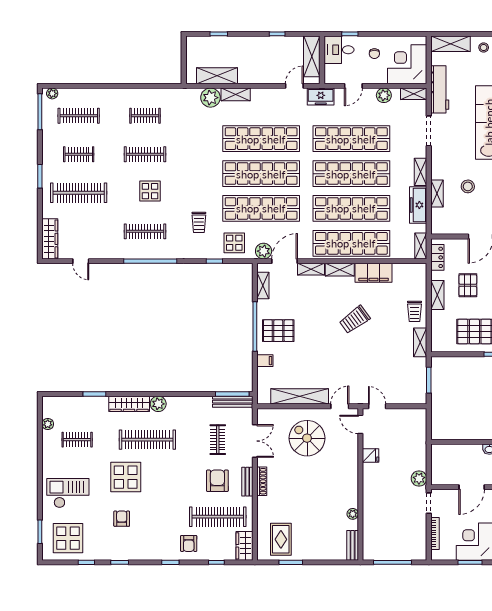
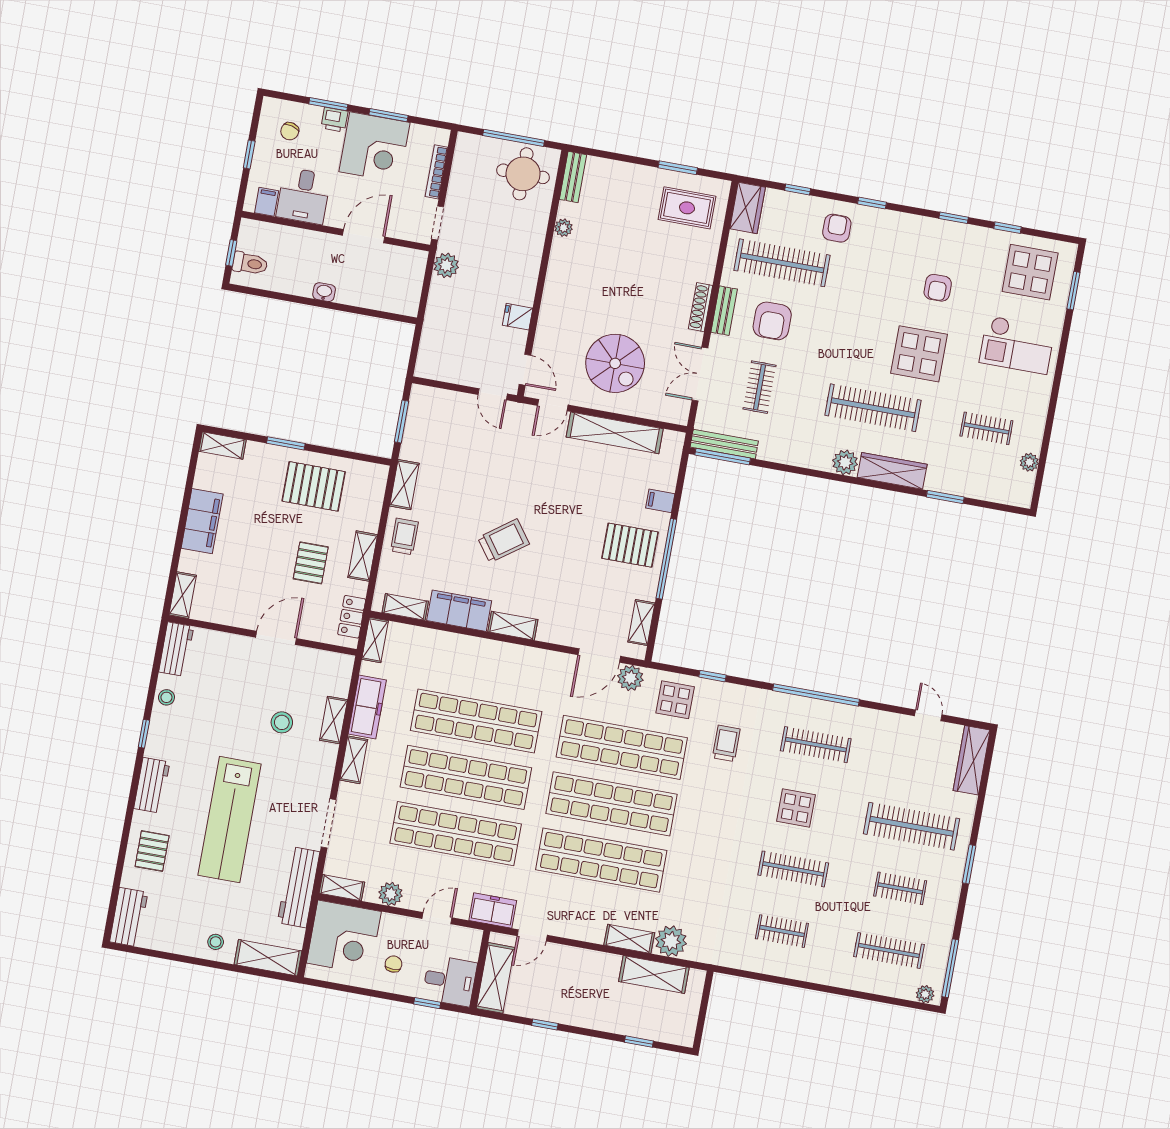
shop shelf: (351, 243) -> (486, 665), removed
shelving: (311, 269) -> (405, 607), moved
rug: (281, 539) -> (687, 208), turned 90
round table: (383, 542) -> (523, 174), added

